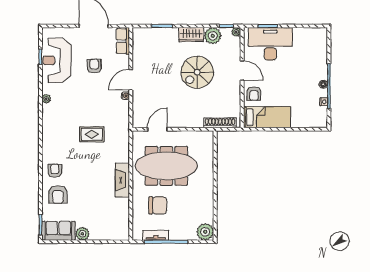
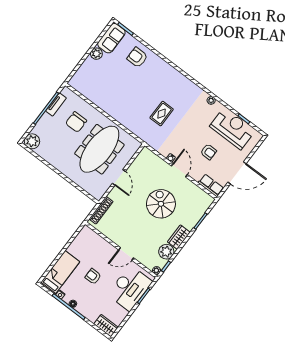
wardrobe: (320, 40) -> (106, 326), added
spiral stairs: (197, 72) -> (161, 204), moved
armchair: (254, 94) -> (93, 276), moved
bed: (267, 117) -> (60, 272), moved, turned 180
door: (157, 129) -> (119, 177), moved
armchair: (55, 171) -> (156, 68), removed
fireplace: (122, 180) -> (113, 110), removed

